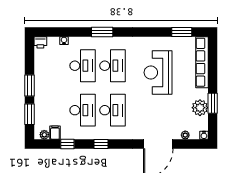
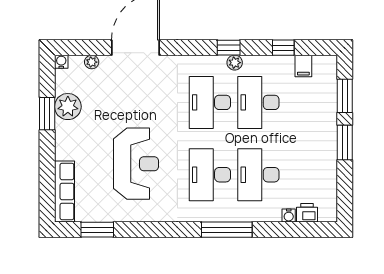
window: (102, 32) -> (227, 230), width x1.44
printer: (40, 42) -> (307, 213), moved
row of seats: (202, 62) -> (65, 191), width x0.73
plant: (44, 135) -> (235, 63), moved

